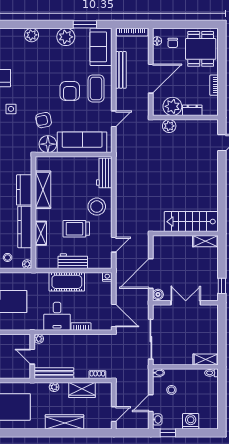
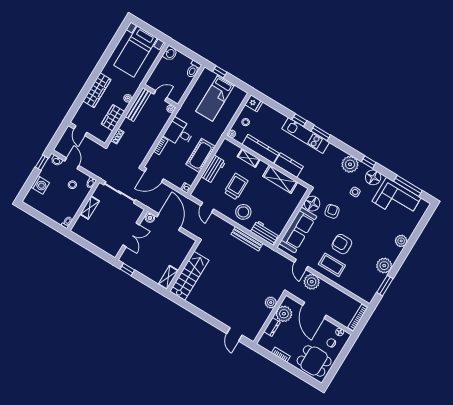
sofa: (101, 47) -> (361, 287), removed
bench: (121, 70) -> (247, 239), moved
plant: (125, 98) -> (312, 282), added
shelving: (206, 359) -> (90, 208), moved

